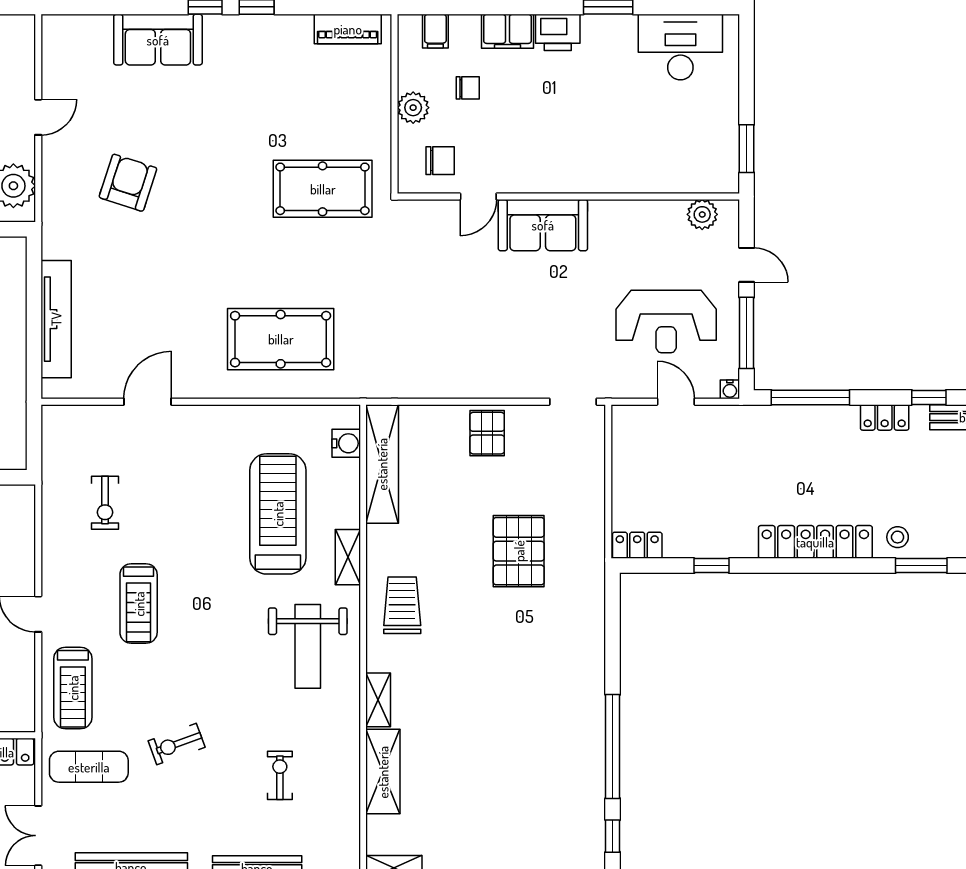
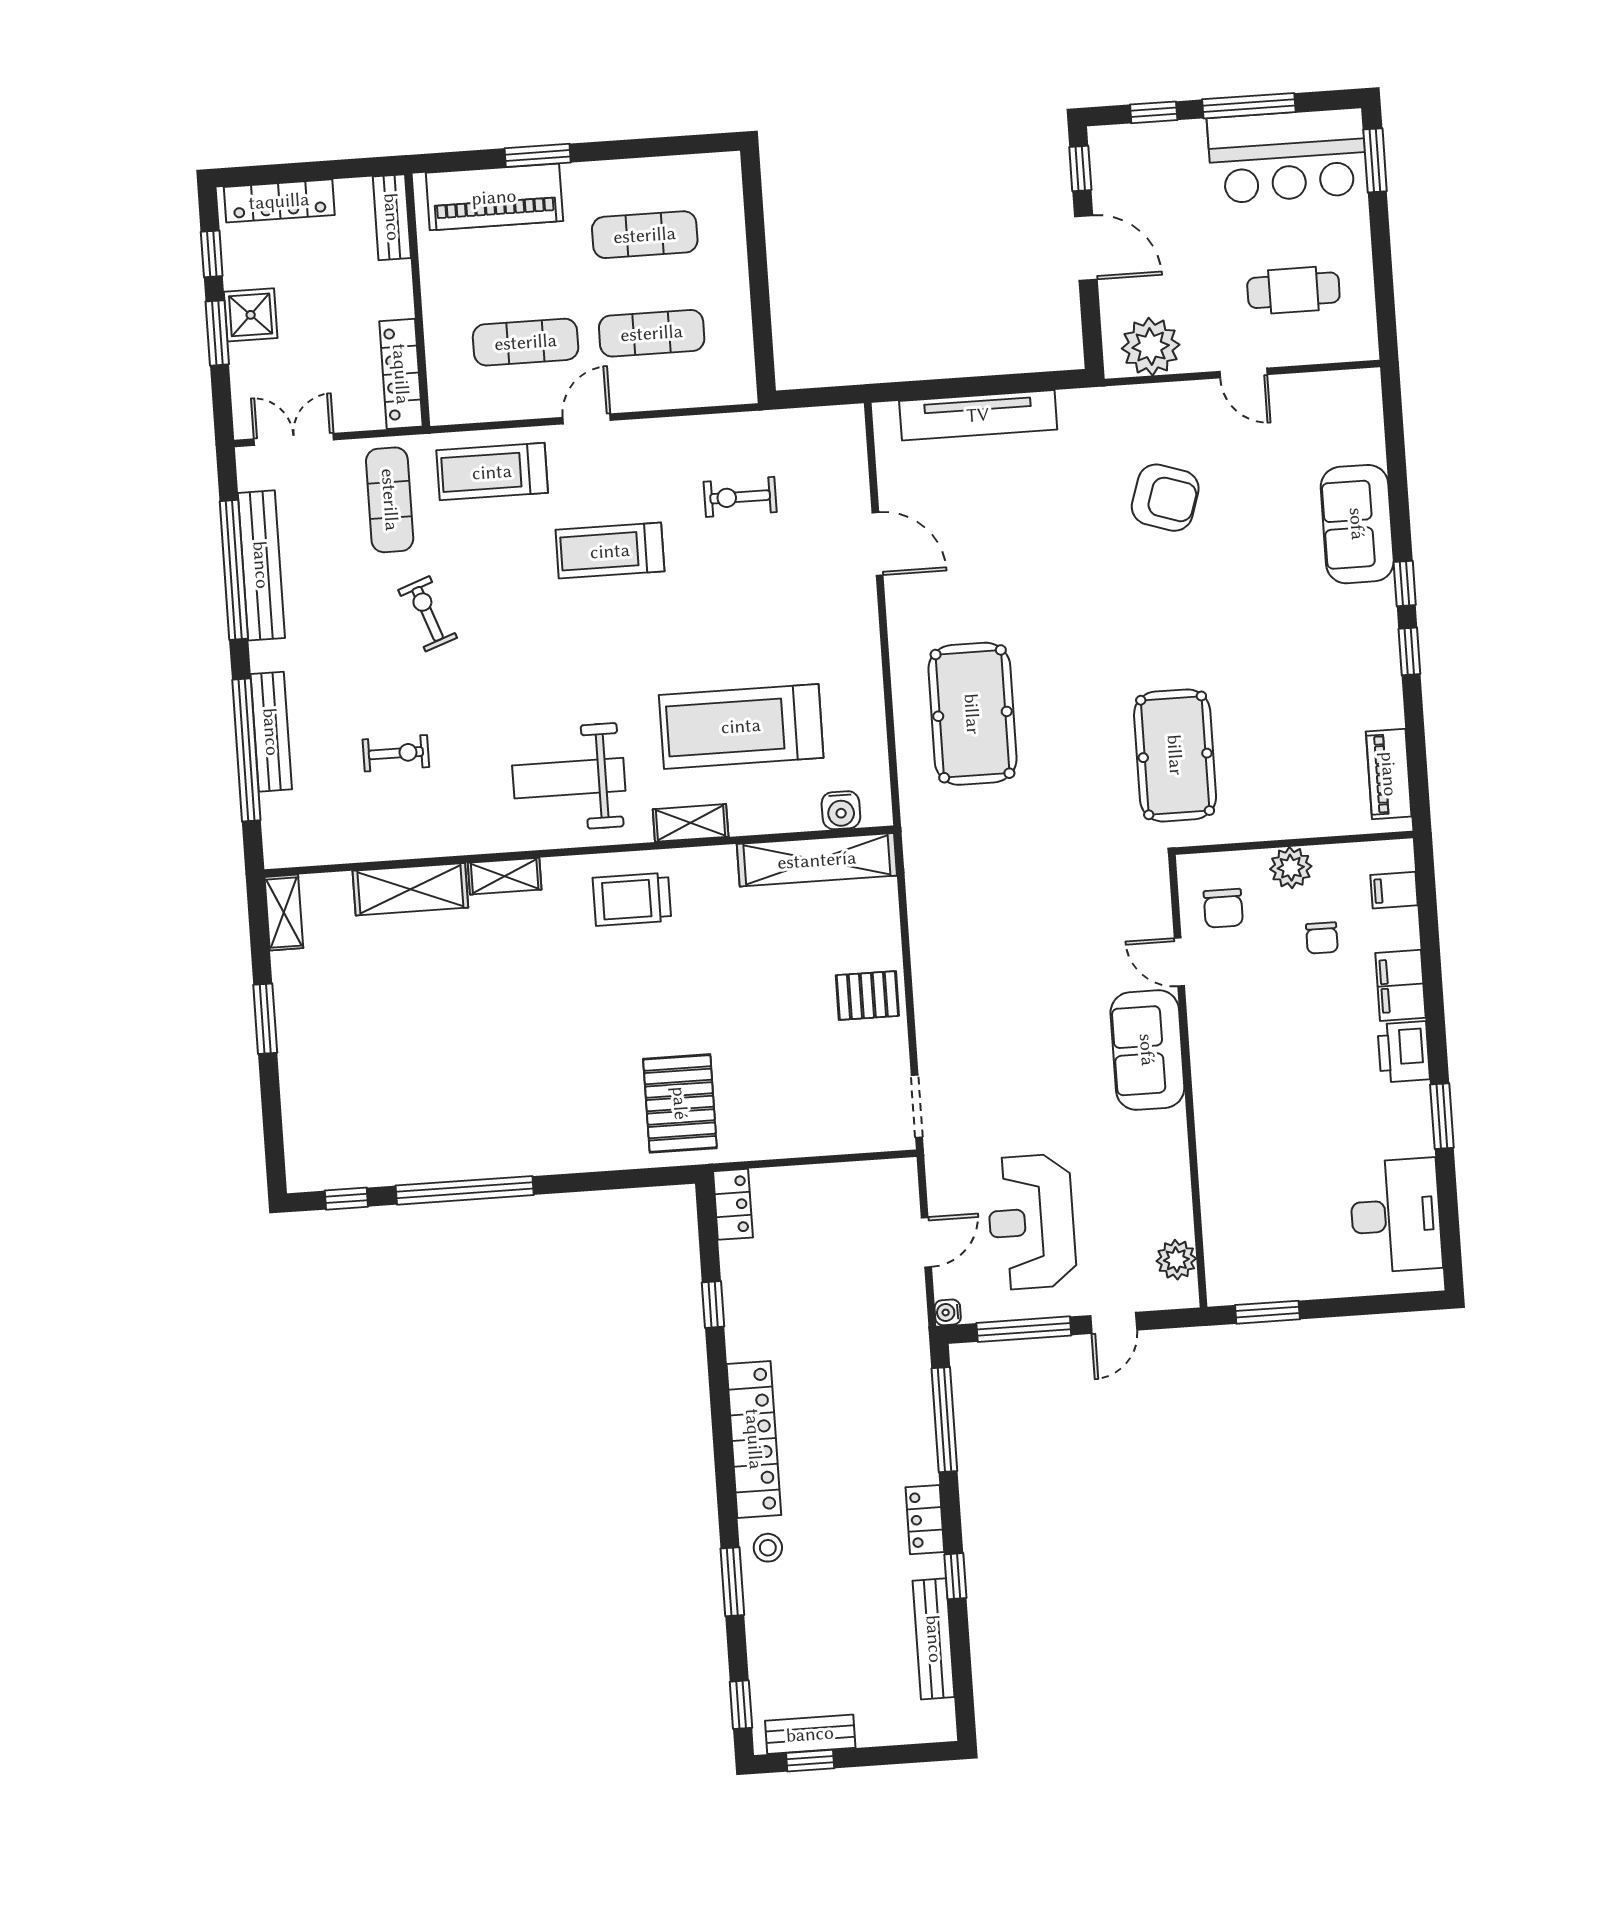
treadmill: (278, 514) -> (741, 726), turned 180
pallet: (519, 551) -> (680, 1103), moved, turned 90
trolley: (402, 605) -> (632, 899), turned 180

